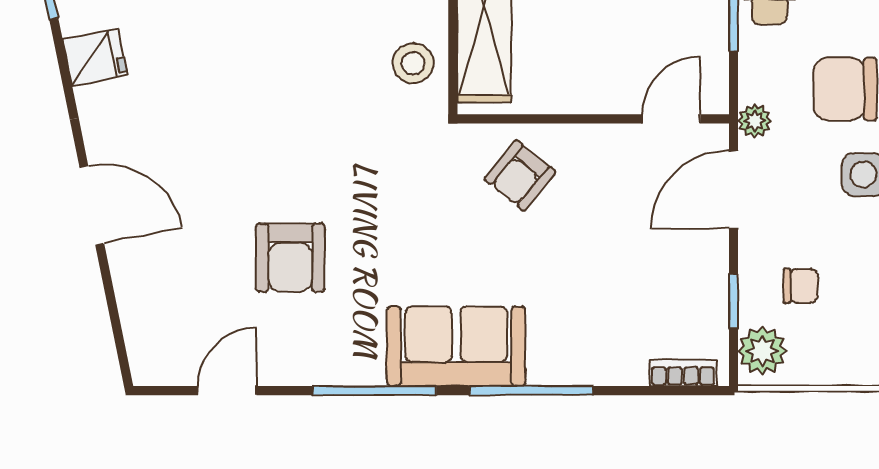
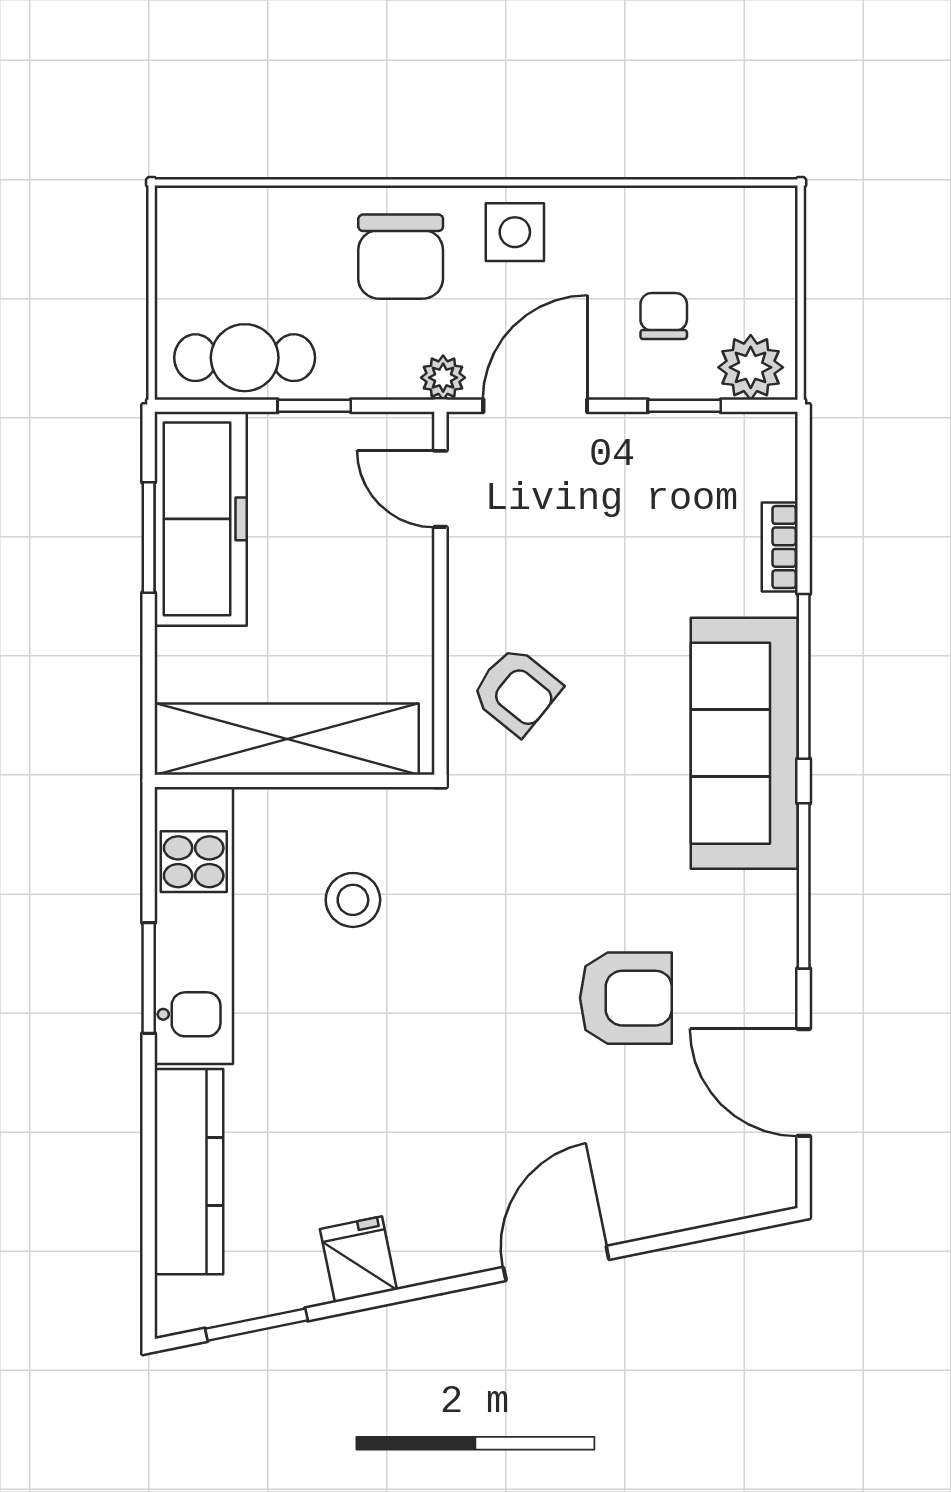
stool: (413, 63) -> (353, 900), moved
door: (734, 190) -> (535, 406), swing flipped
sofa: (456, 346) -> (744, 743), width x1.36
bookcase: (683, 373) -> (780, 547), moved
door: (227, 391) -> (804, 1082), width x1.37

